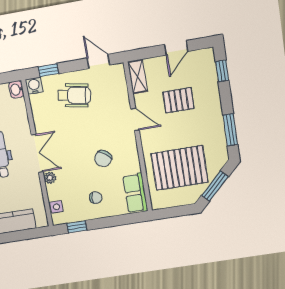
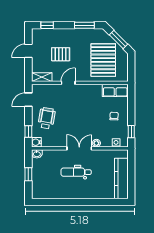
door: (176, 48) -> (28, 51), swing flipped
pallet: (178, 100) -> (61, 54), turned 90
chair: (103, 159) -> (90, 107), removed

